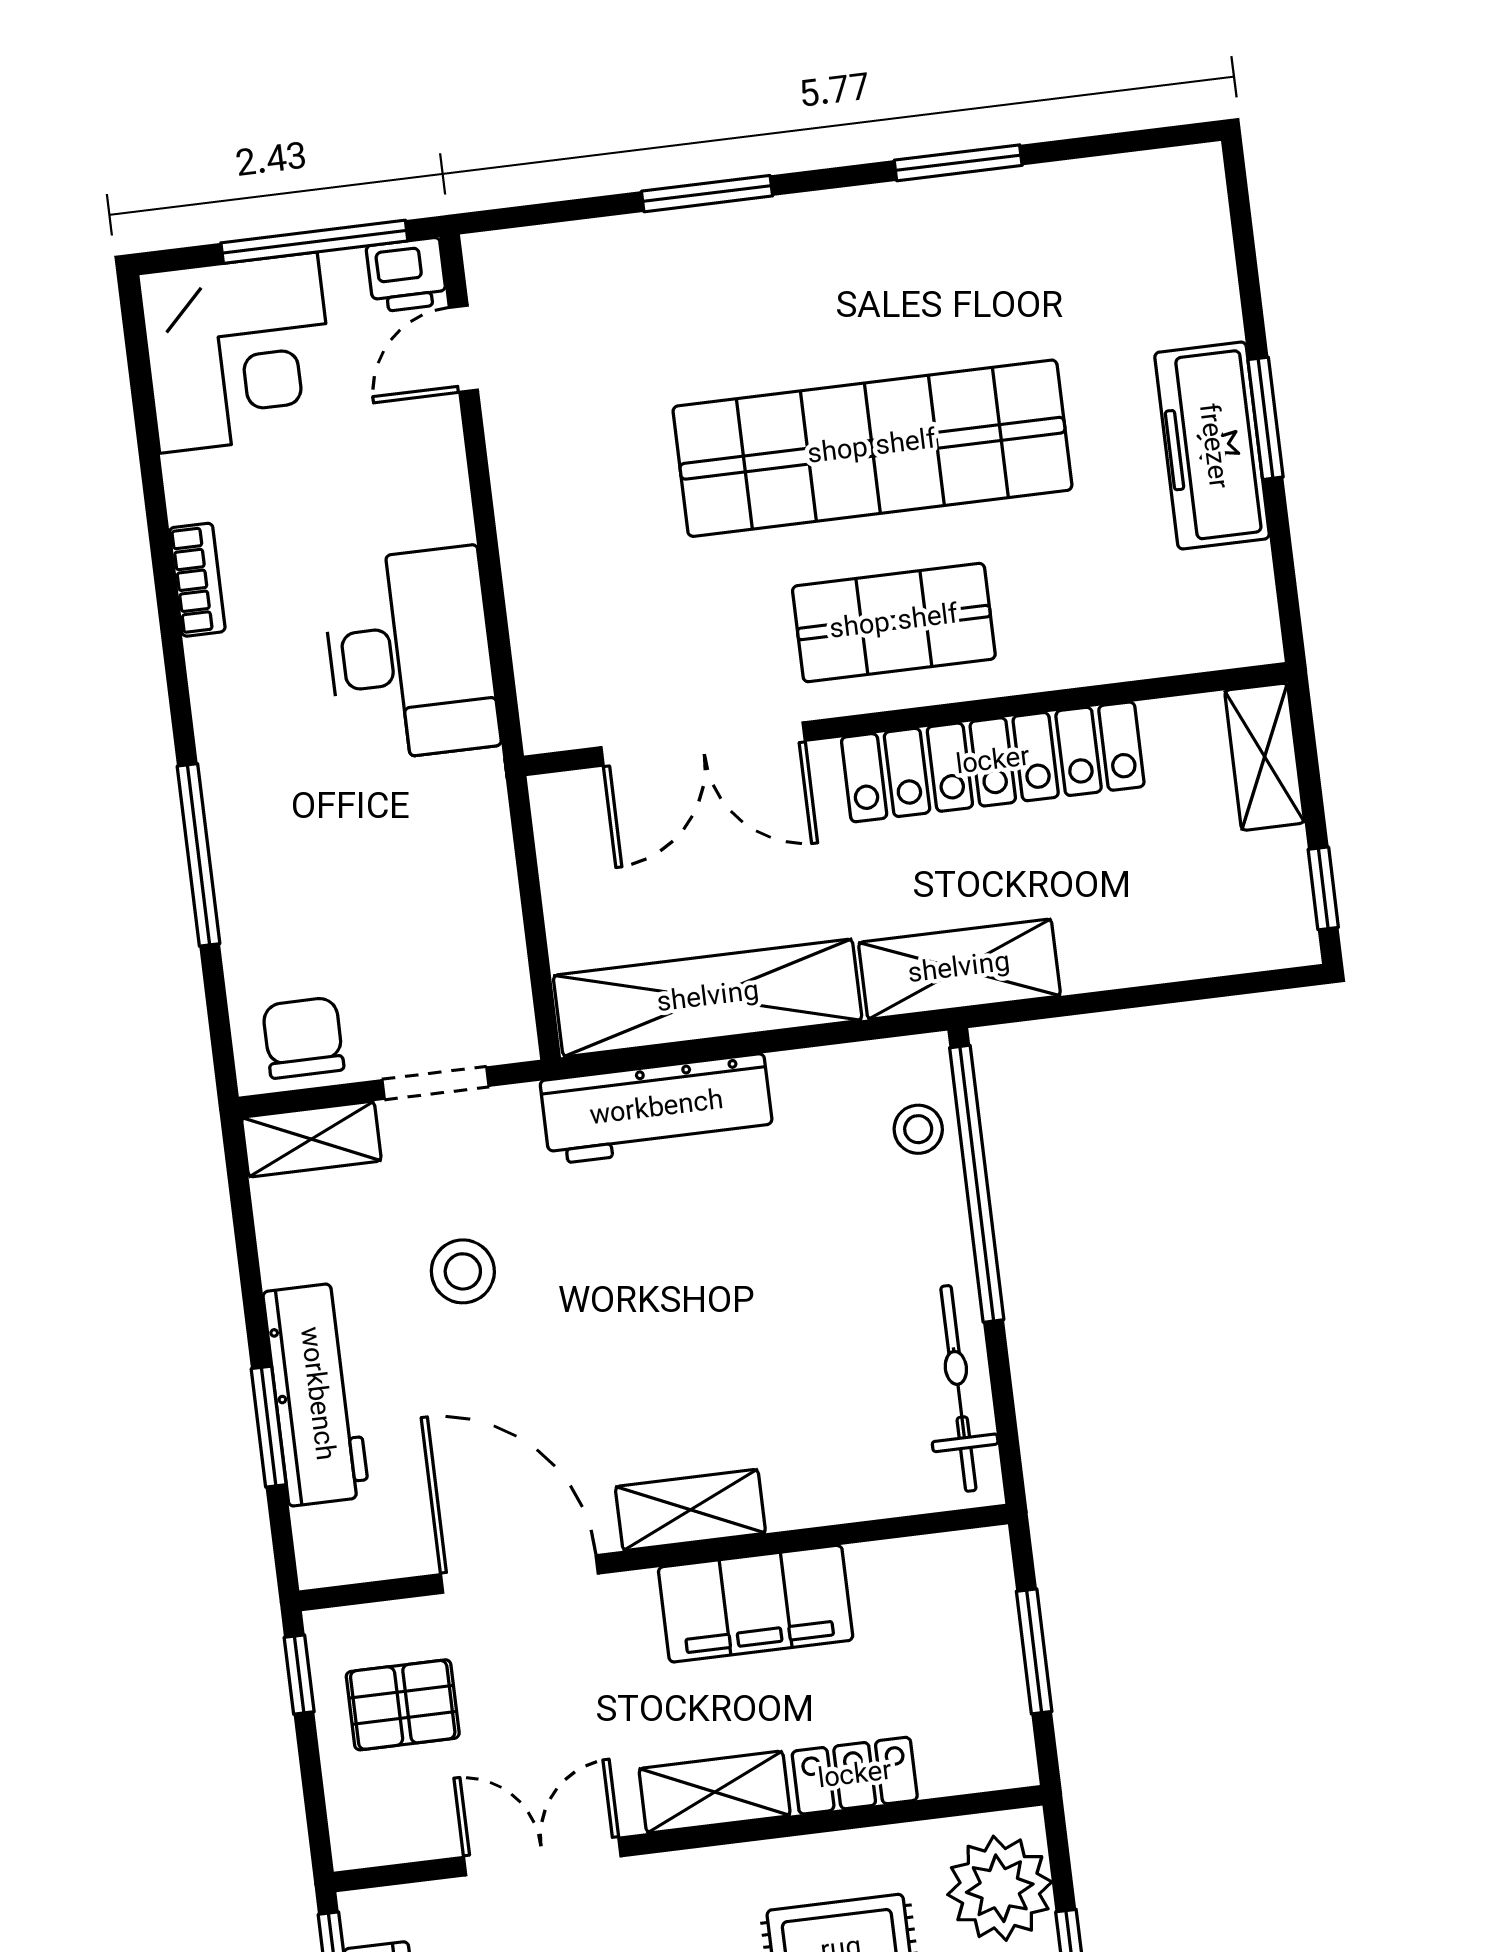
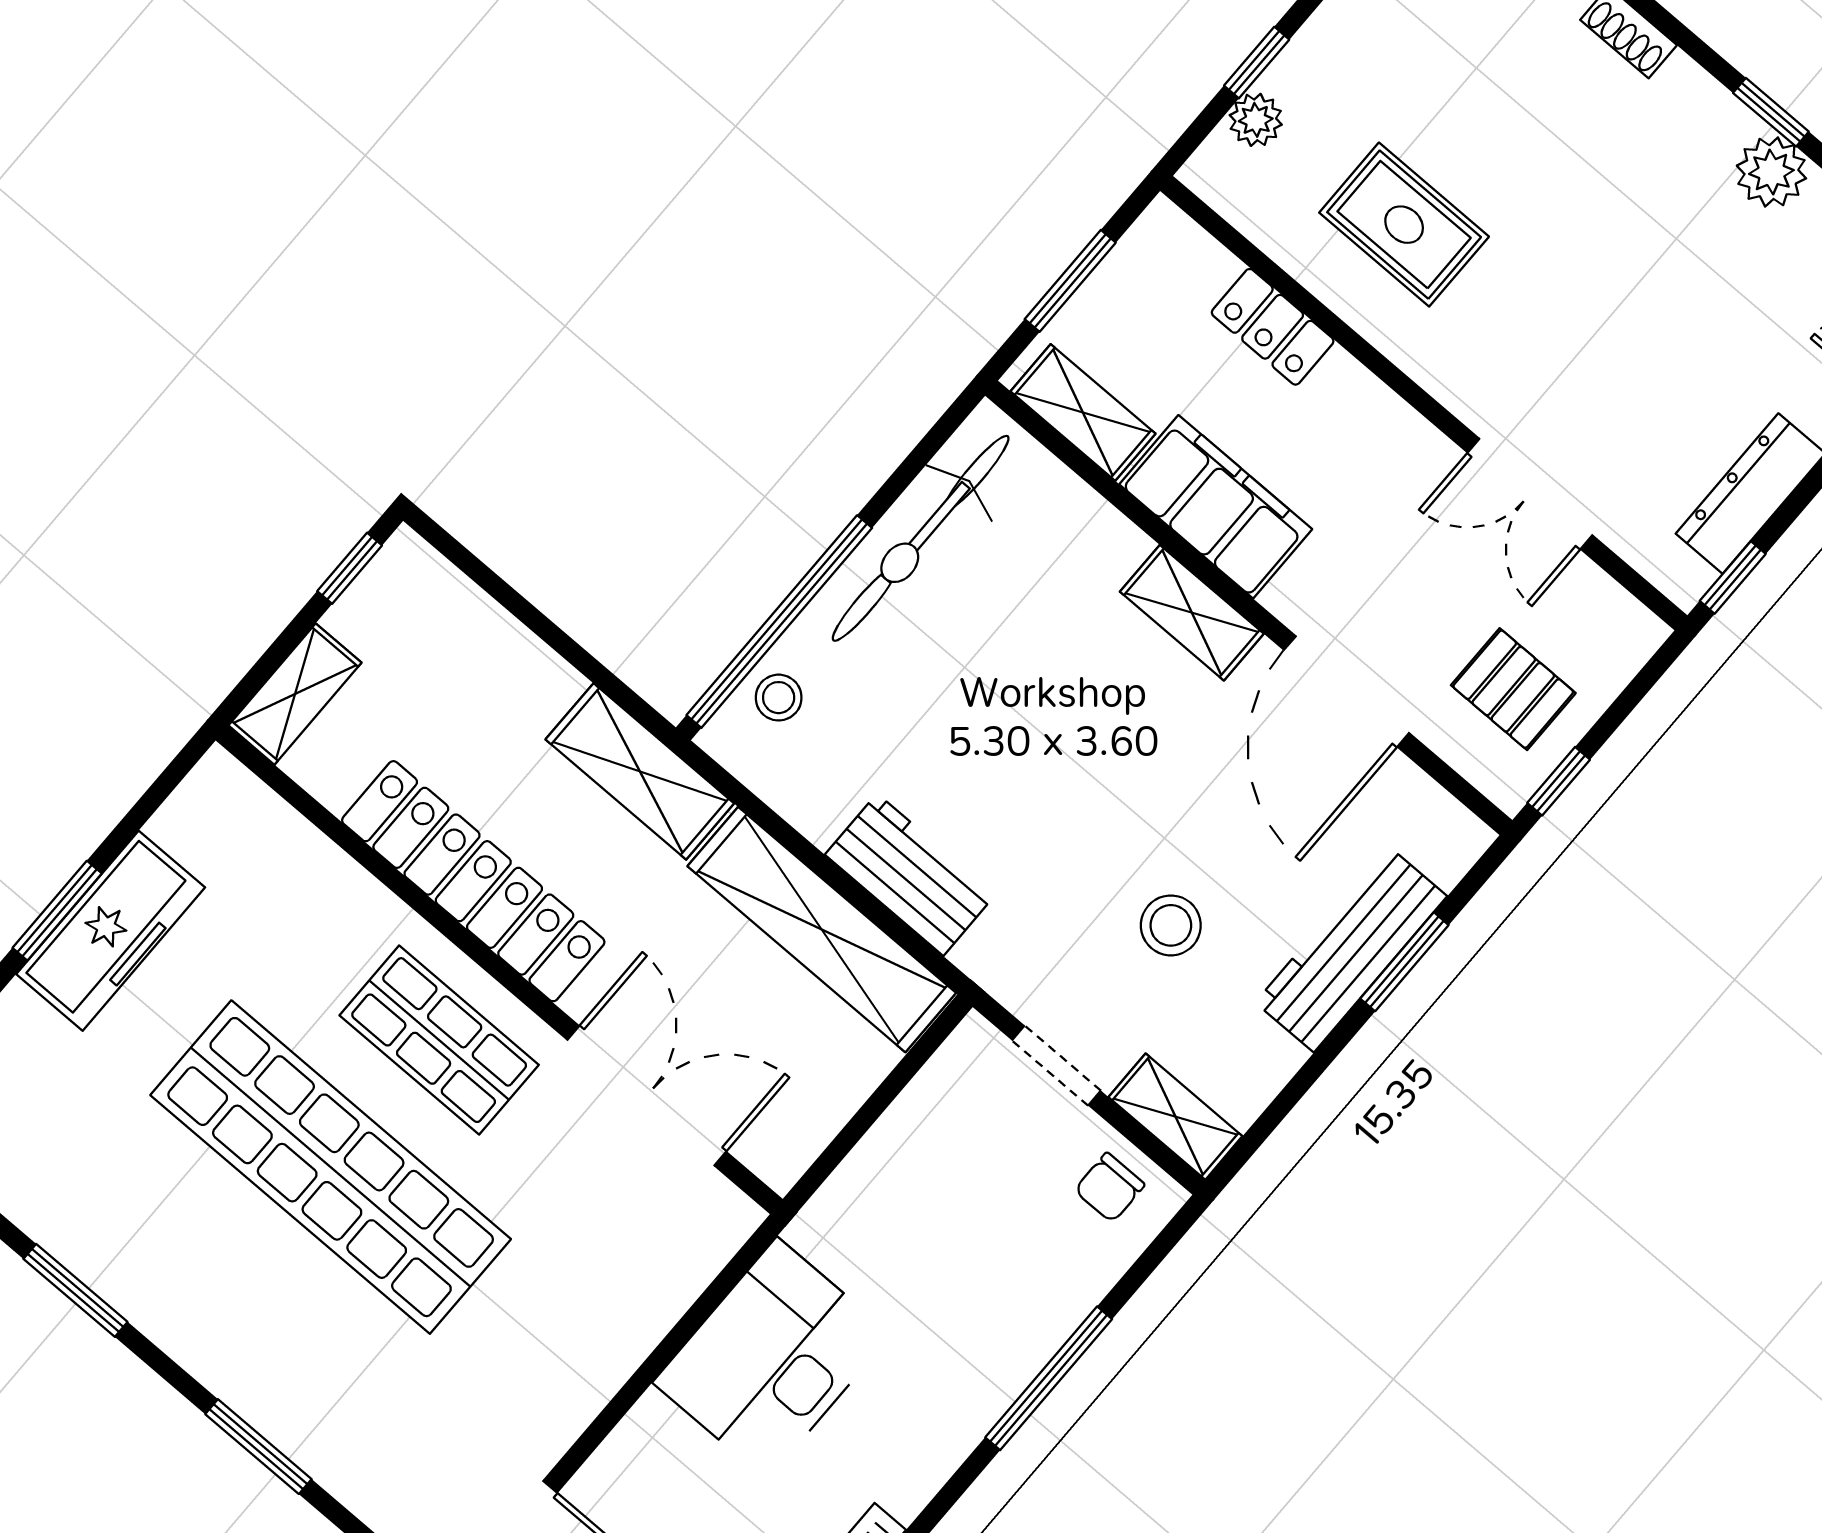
chair: (303, 1038) -> (1110, 1188), width x0.73, depth x0.73
workbench: (657, 1109) -> (910, 875), width x0.73
bicycle: (958, 1388) -> (921, 538), width x1.37, depth x1.40
shelving: (715, 1792) -> (1083, 412), moved
plant: (1000, 1888) -> (1256, 120), width x0.53, depth x0.53

